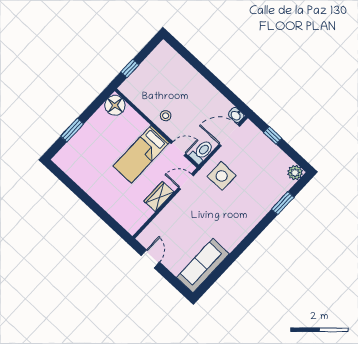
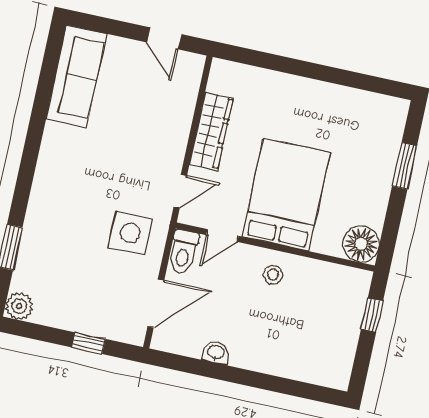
washbasin: (236, 115) -> (216, 352), moved
bed: (141, 154) -> (286, 195), width x1.50
wardrobe: (159, 196) -> (211, 131), width x1.50

